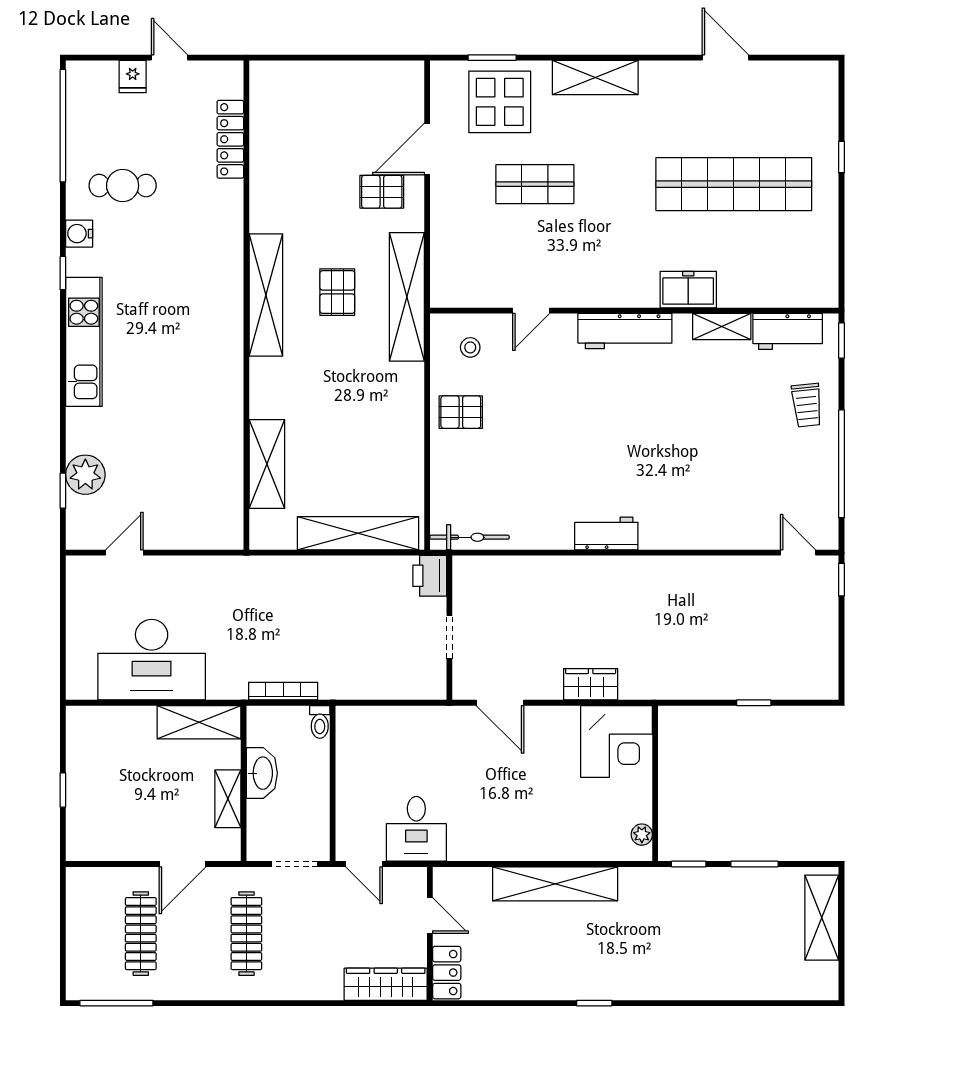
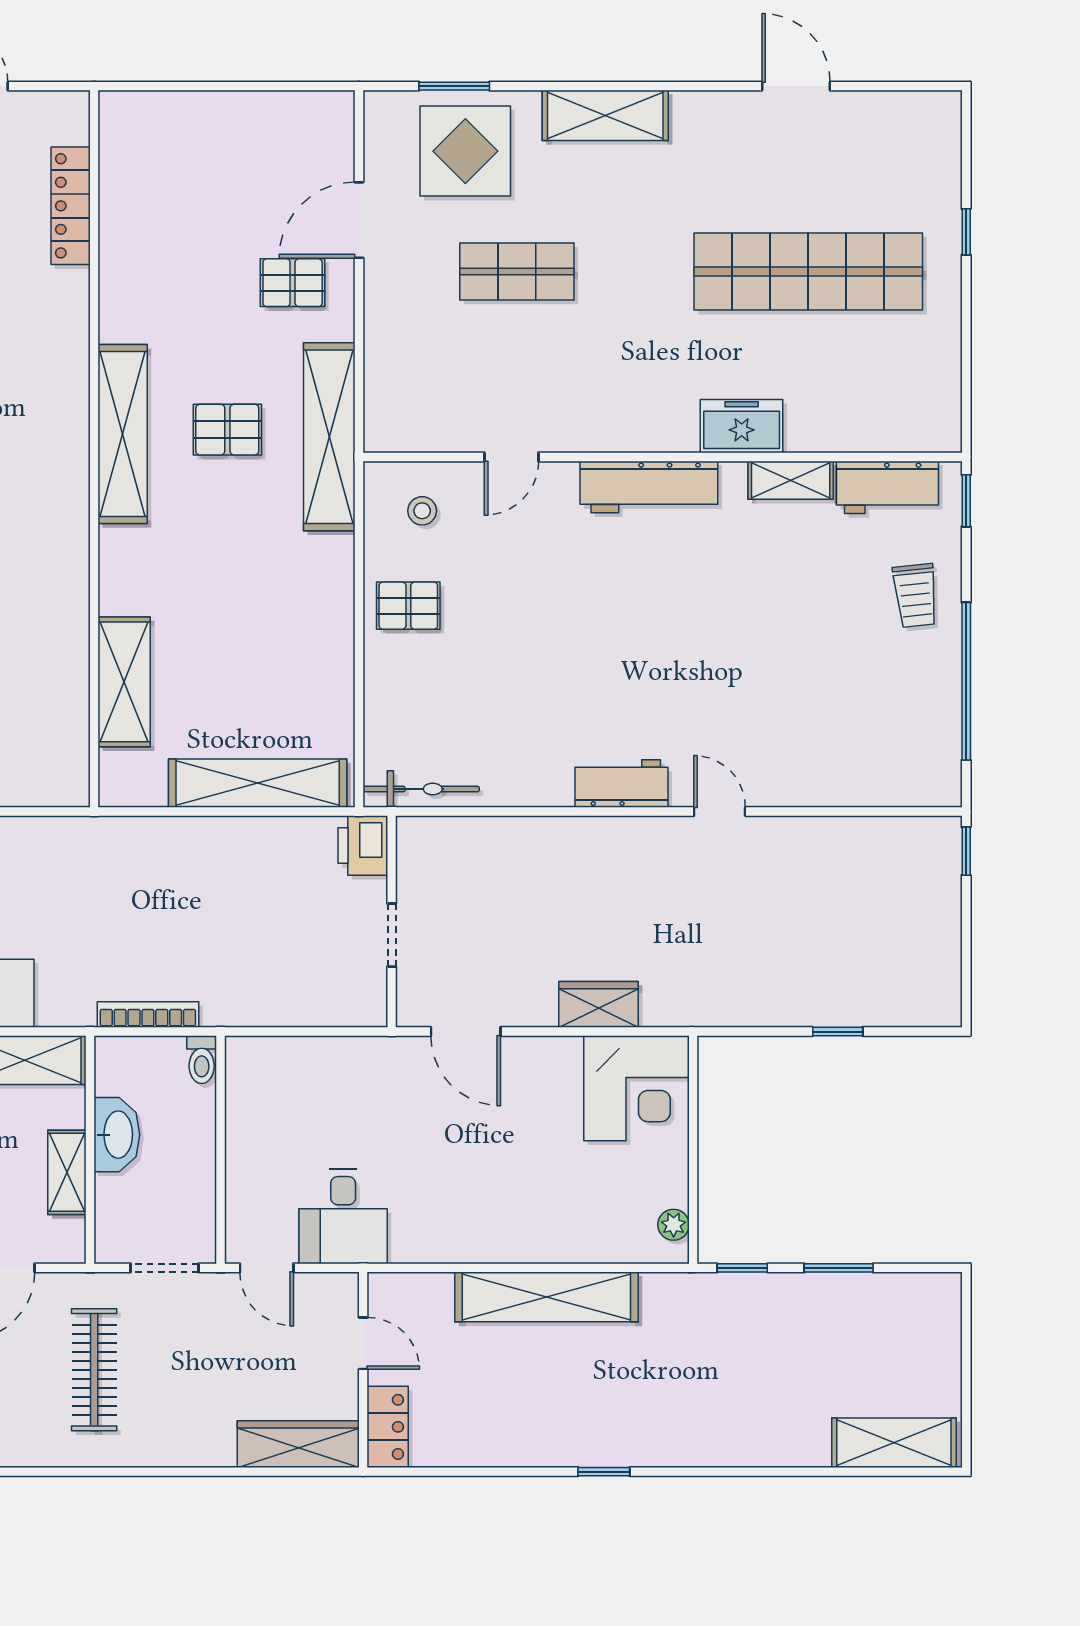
pallet: (337, 292) -> (227, 430), turned 90
door: (798, 553) -> (720, 811), moved
shelving: (822, 918) -> (894, 1443), moved, turned 90

